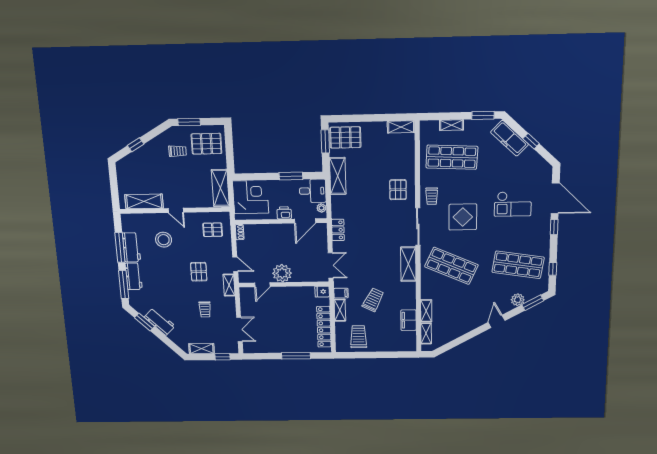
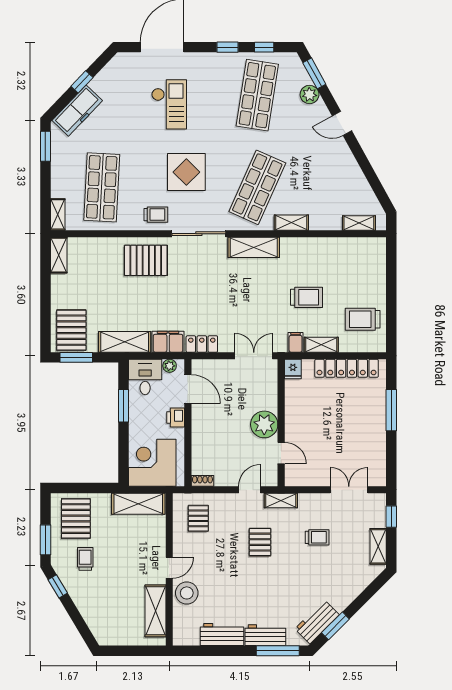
shelving: (452, 125) -> (58, 214), moved
window: (136, 145) -> (58, 586), moved
pallet: (398, 190) -> (146, 260), width x1.50, depth x1.42
window: (554, 227) -> (228, 47), moved
stool: (164, 240) -> (187, 593), moved
window: (120, 247) -> (222, 651), removed
pallet: (199, 272) -> (260, 542), turned 90
trolley: (373, 300) -> (306, 297), turned 153
shelving: (426, 311) -> (291, 223), moved
filing cabinet: (409, 320) -> (168, 342), moved, turned 180
workbench: (160, 322) -> (317, 622), moved

